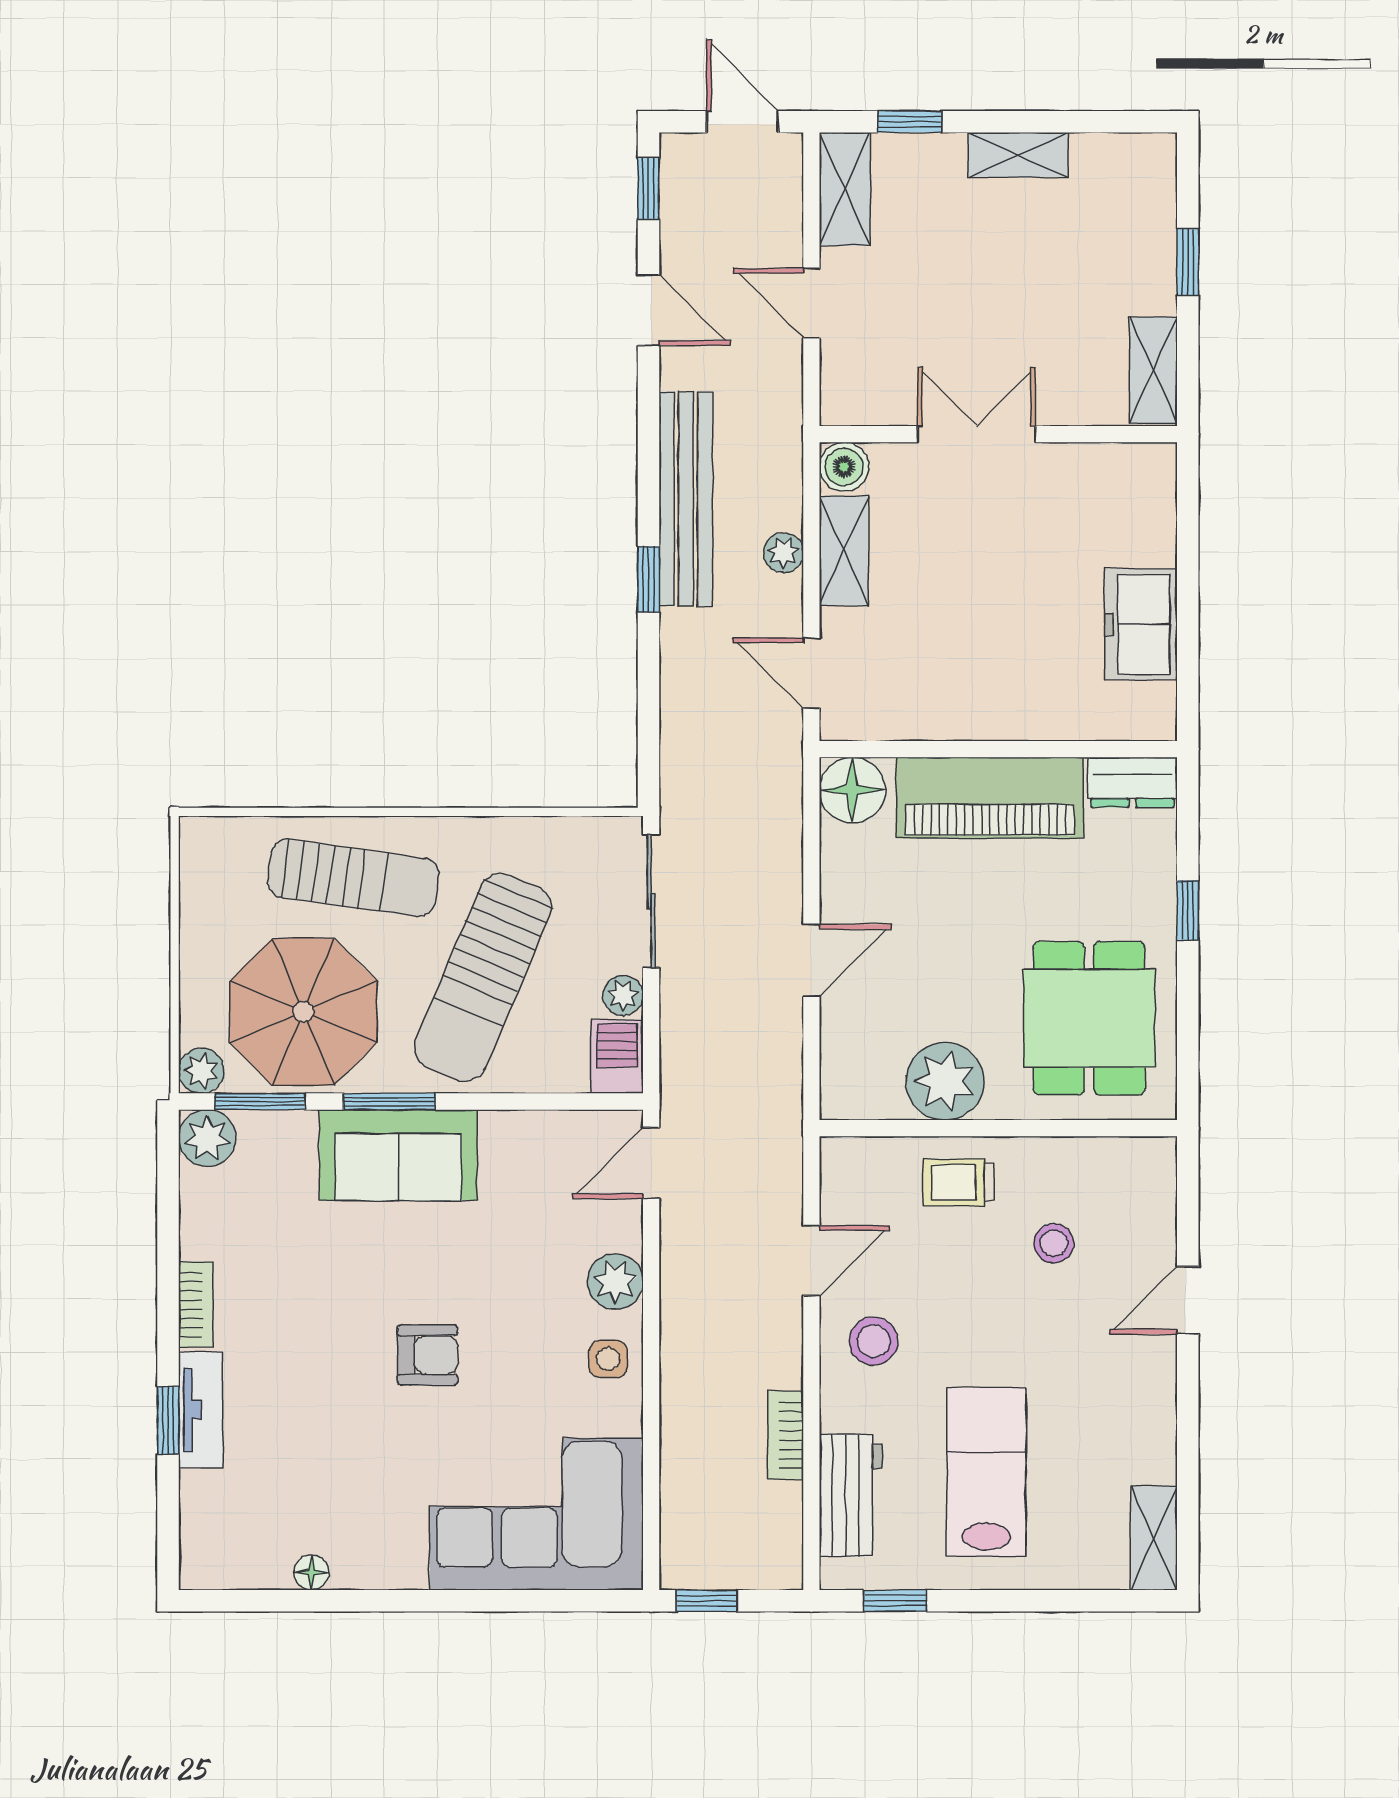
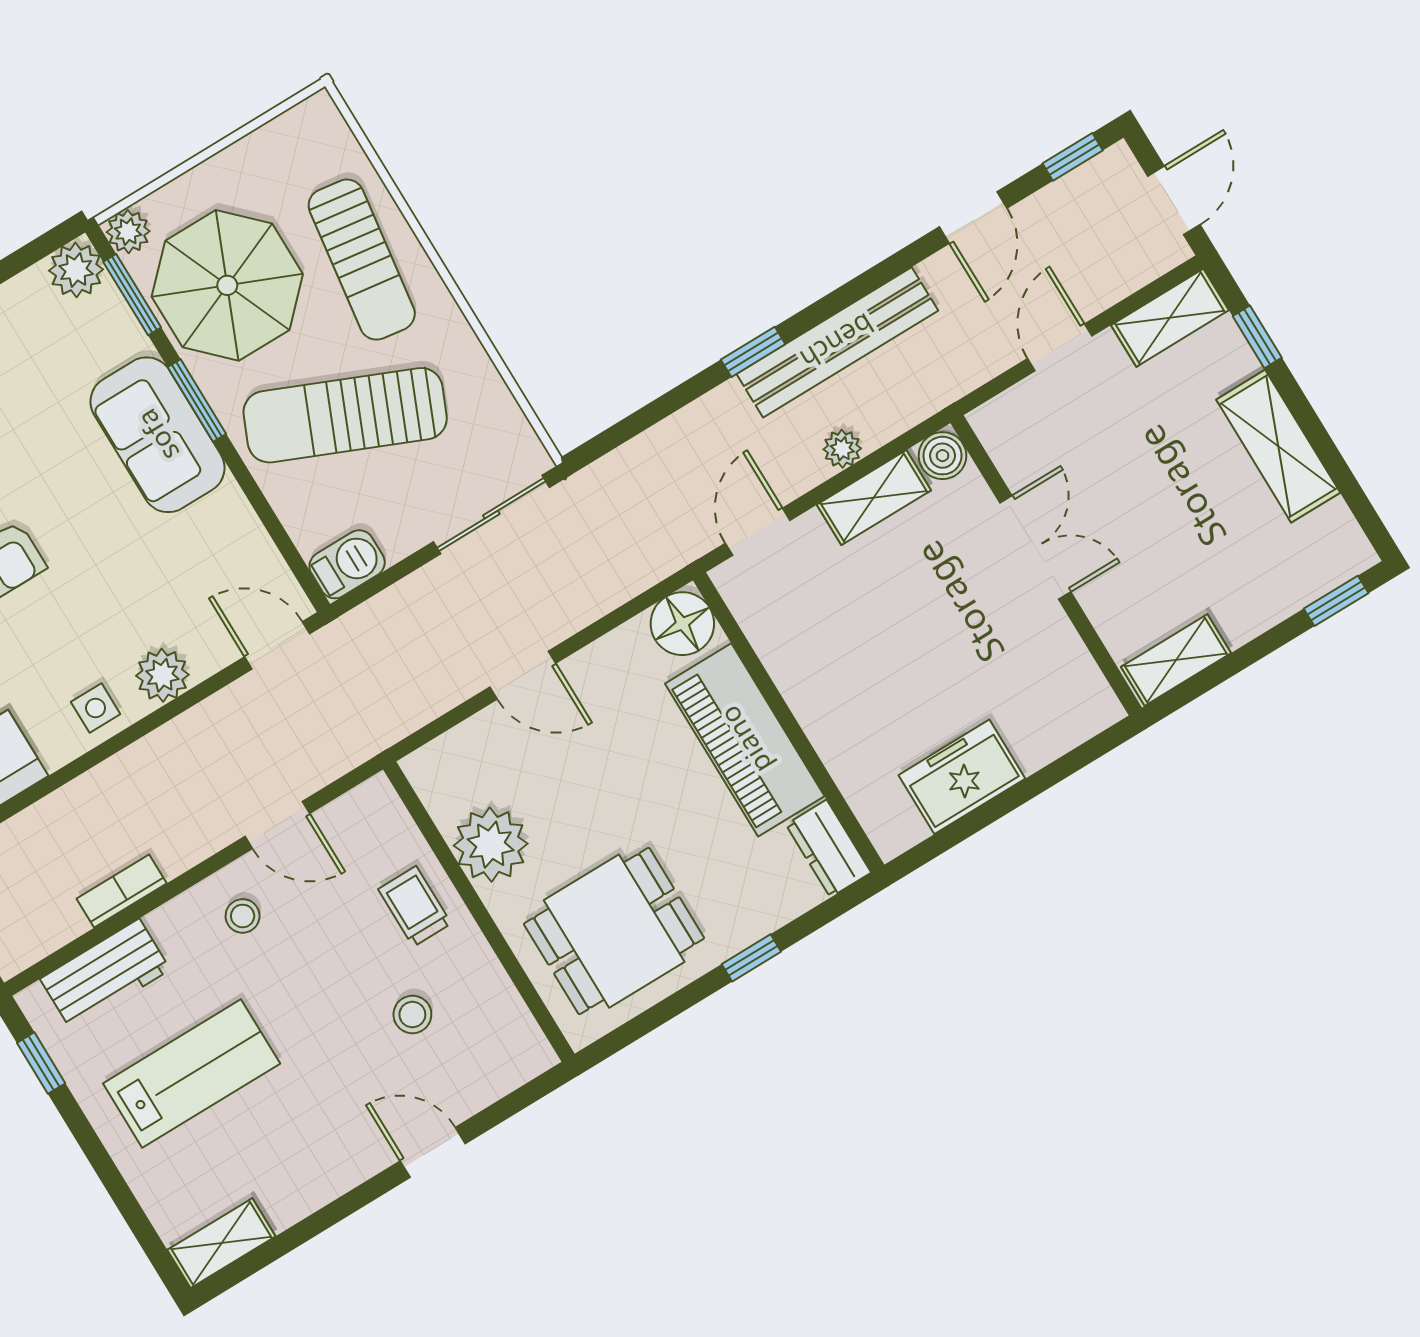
shelving: (1018, 155) -> (1278, 446), width x1.50, depth x1.33
window: (1188, 262) -> (1336, 601), moved
plant: (623, 995) -> (400, 539), removed
stool: (874, 1341) -> (243, 916), width x0.73, depth x0.73

